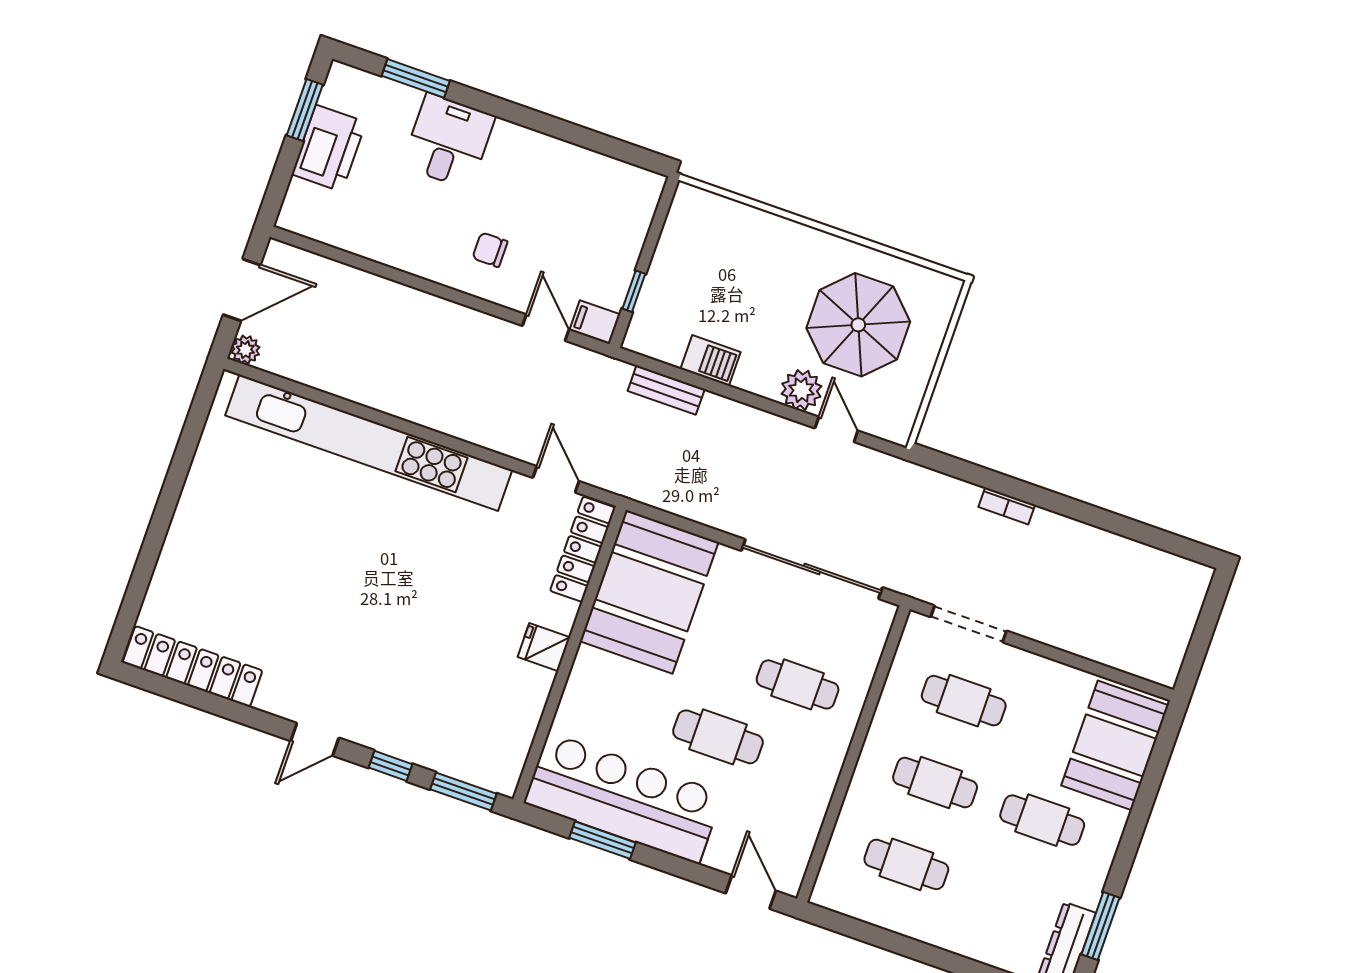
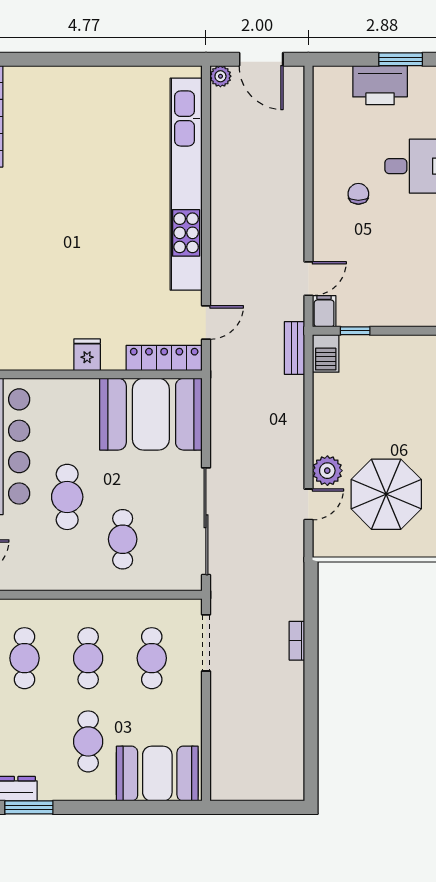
chair: (490, 250) -> (358, 194), moved
barbecue: (711, 361) -> (326, 353), moved
bench: (666, 390) -> (295, 348), moved

